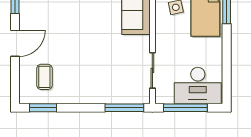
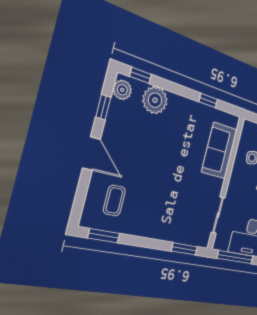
door: (15, 43) -> (91, 154), hinge flipped
window: (124, 108) -> (184, 249), width x0.69

